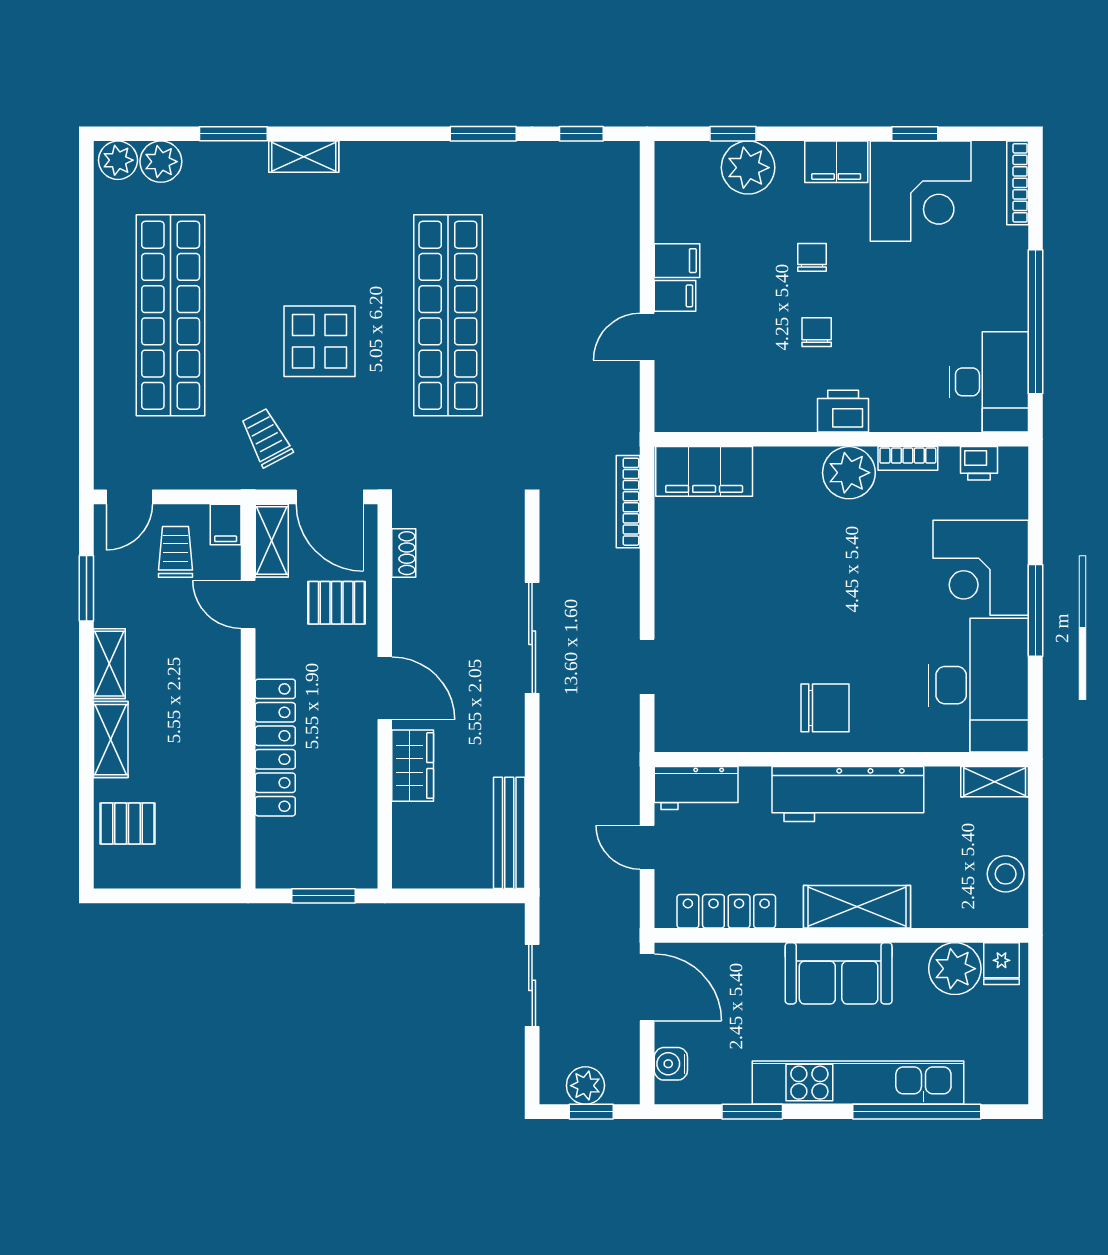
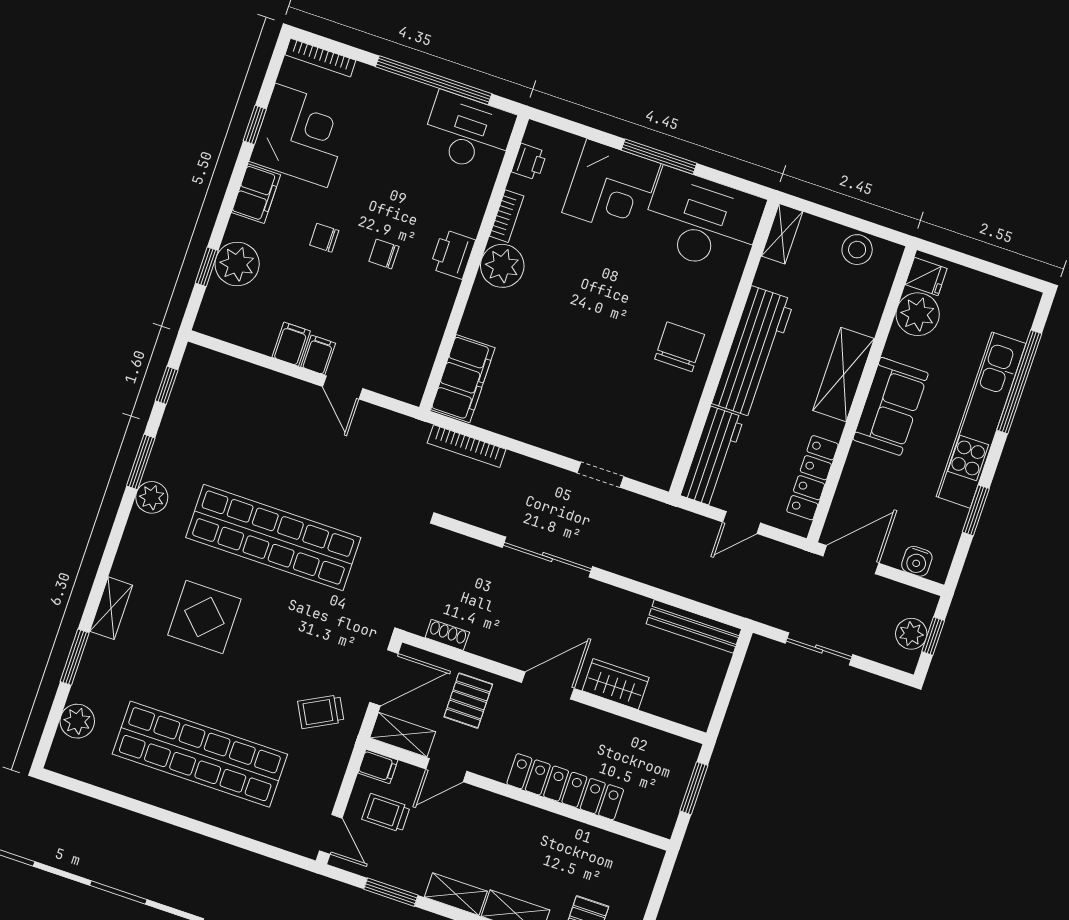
plant: (118, 160) -> (152, 497), moved
display table: (320, 341) -> (204, 617), moved
workbench: (696, 788) -> (712, 456), width x1.38

